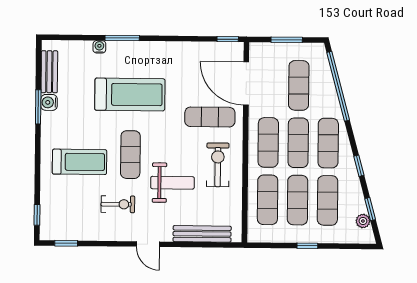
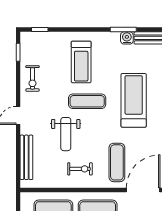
treadmill: (130, 94) -> (134, 100), turned 180
exercise bike: (218, 165) -> (80, 169), width x0.73, depth x0.72
exercise bike: (118, 204) -> (32, 78), moved

